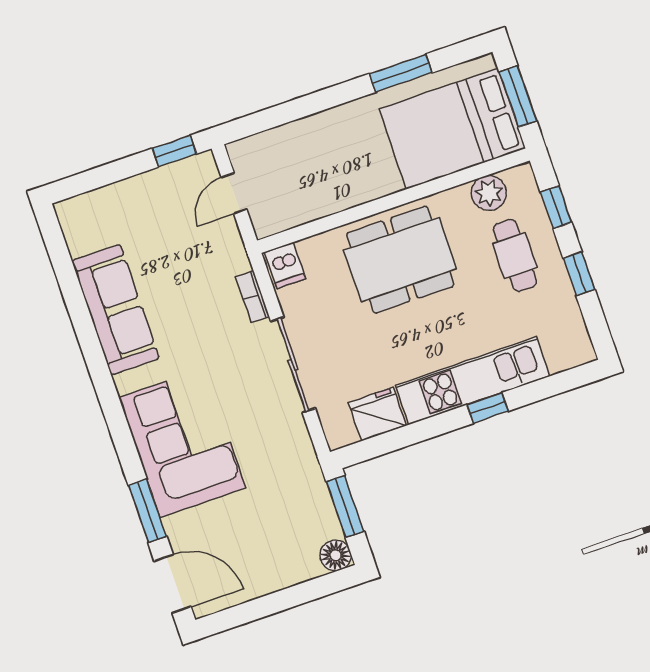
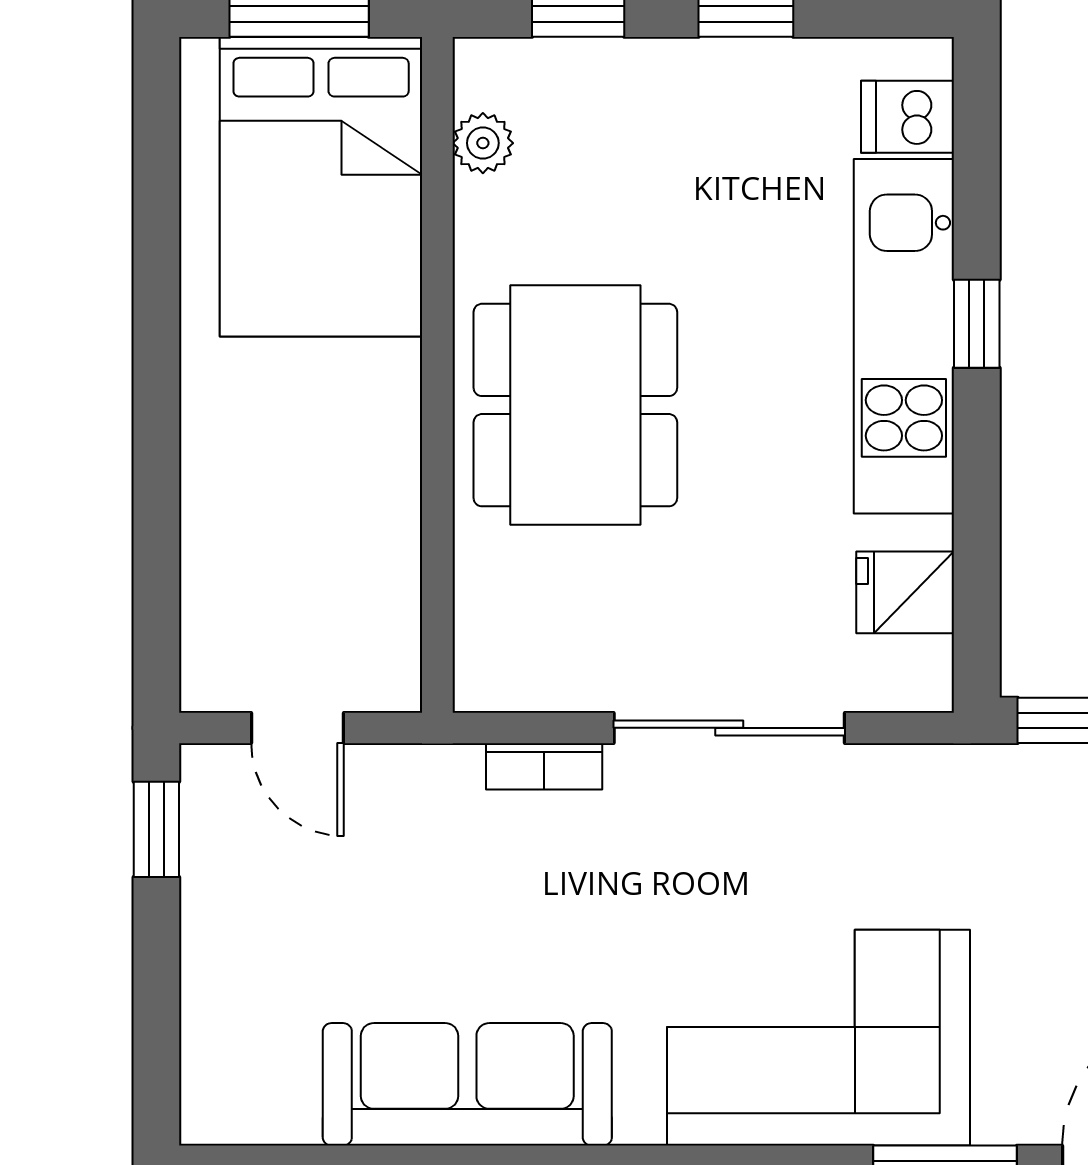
window: (401, 73) -> (156, 260), removed
plant: (489, 193) -> (483, 143), width x0.73, depth x0.73
cafe table: (515, 255) -> (655, 144), removed
dishwasher: (285, 265) -> (907, 117), moved, turned 180
fridge: (377, 414) -> (905, 592), width x0.72

